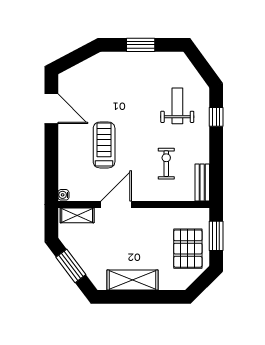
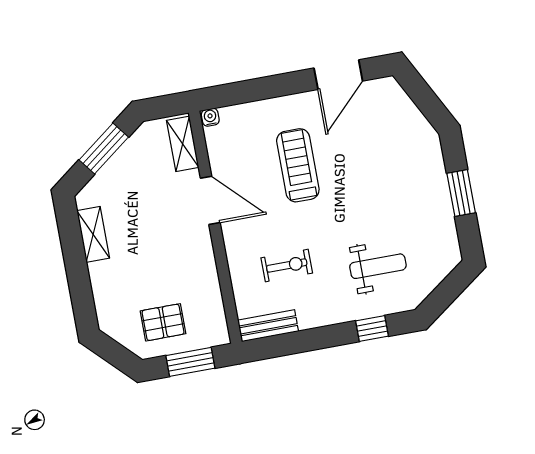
treadmill: (104, 145) -> (298, 165), turned -90
pallet: (188, 249) -> (163, 322), width x0.67, depth x0.71
shelving: (133, 280) -> (93, 234), width x0.67, depth x0.75

